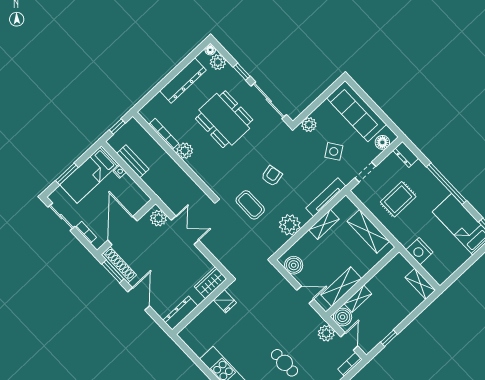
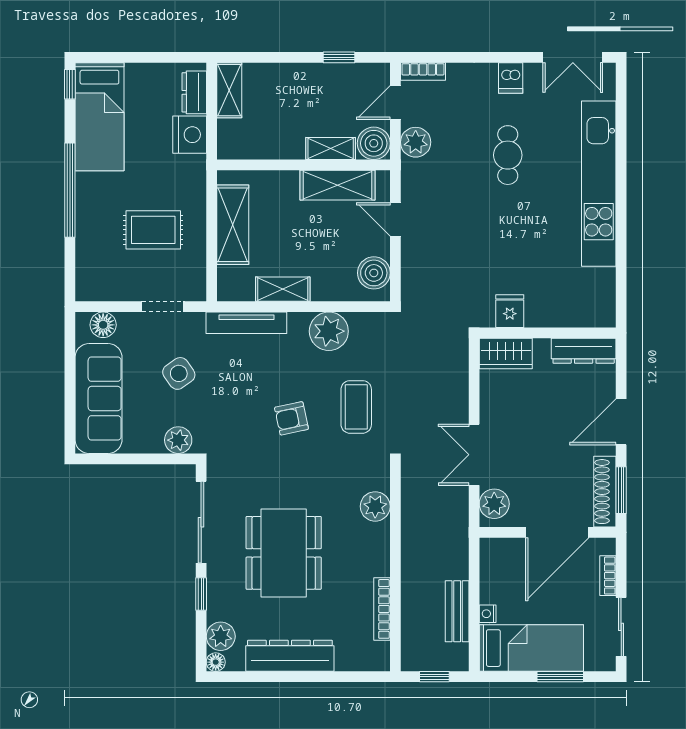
plant: (185, 151) -> (375, 506), moved
dresser: (406, 154) -> (194, 92), moved, turned 180

